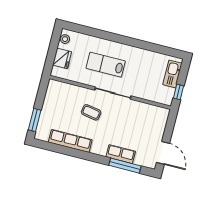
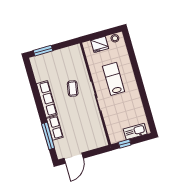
row of seats: (70, 141) -> (47, 99), moved

